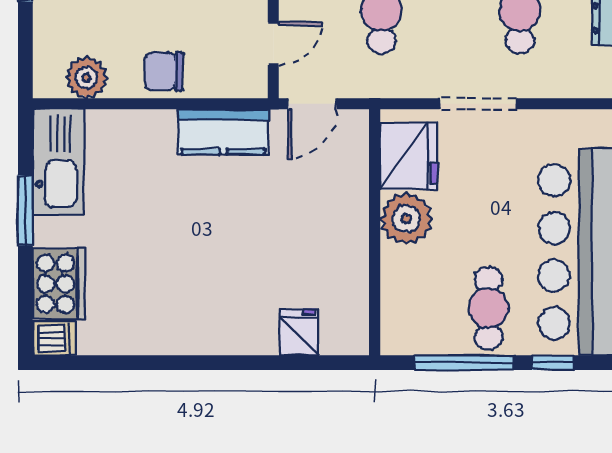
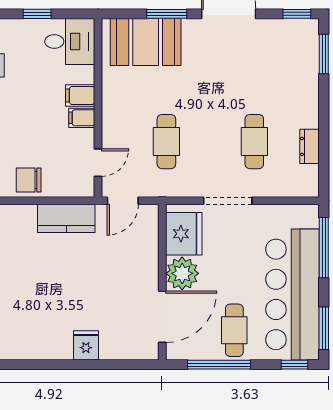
door: (375, 287) -> (162, 317), added
fridge: (299, 332) -> (86, 345), moved
window: (553, 363) -> (294, 365), moved

